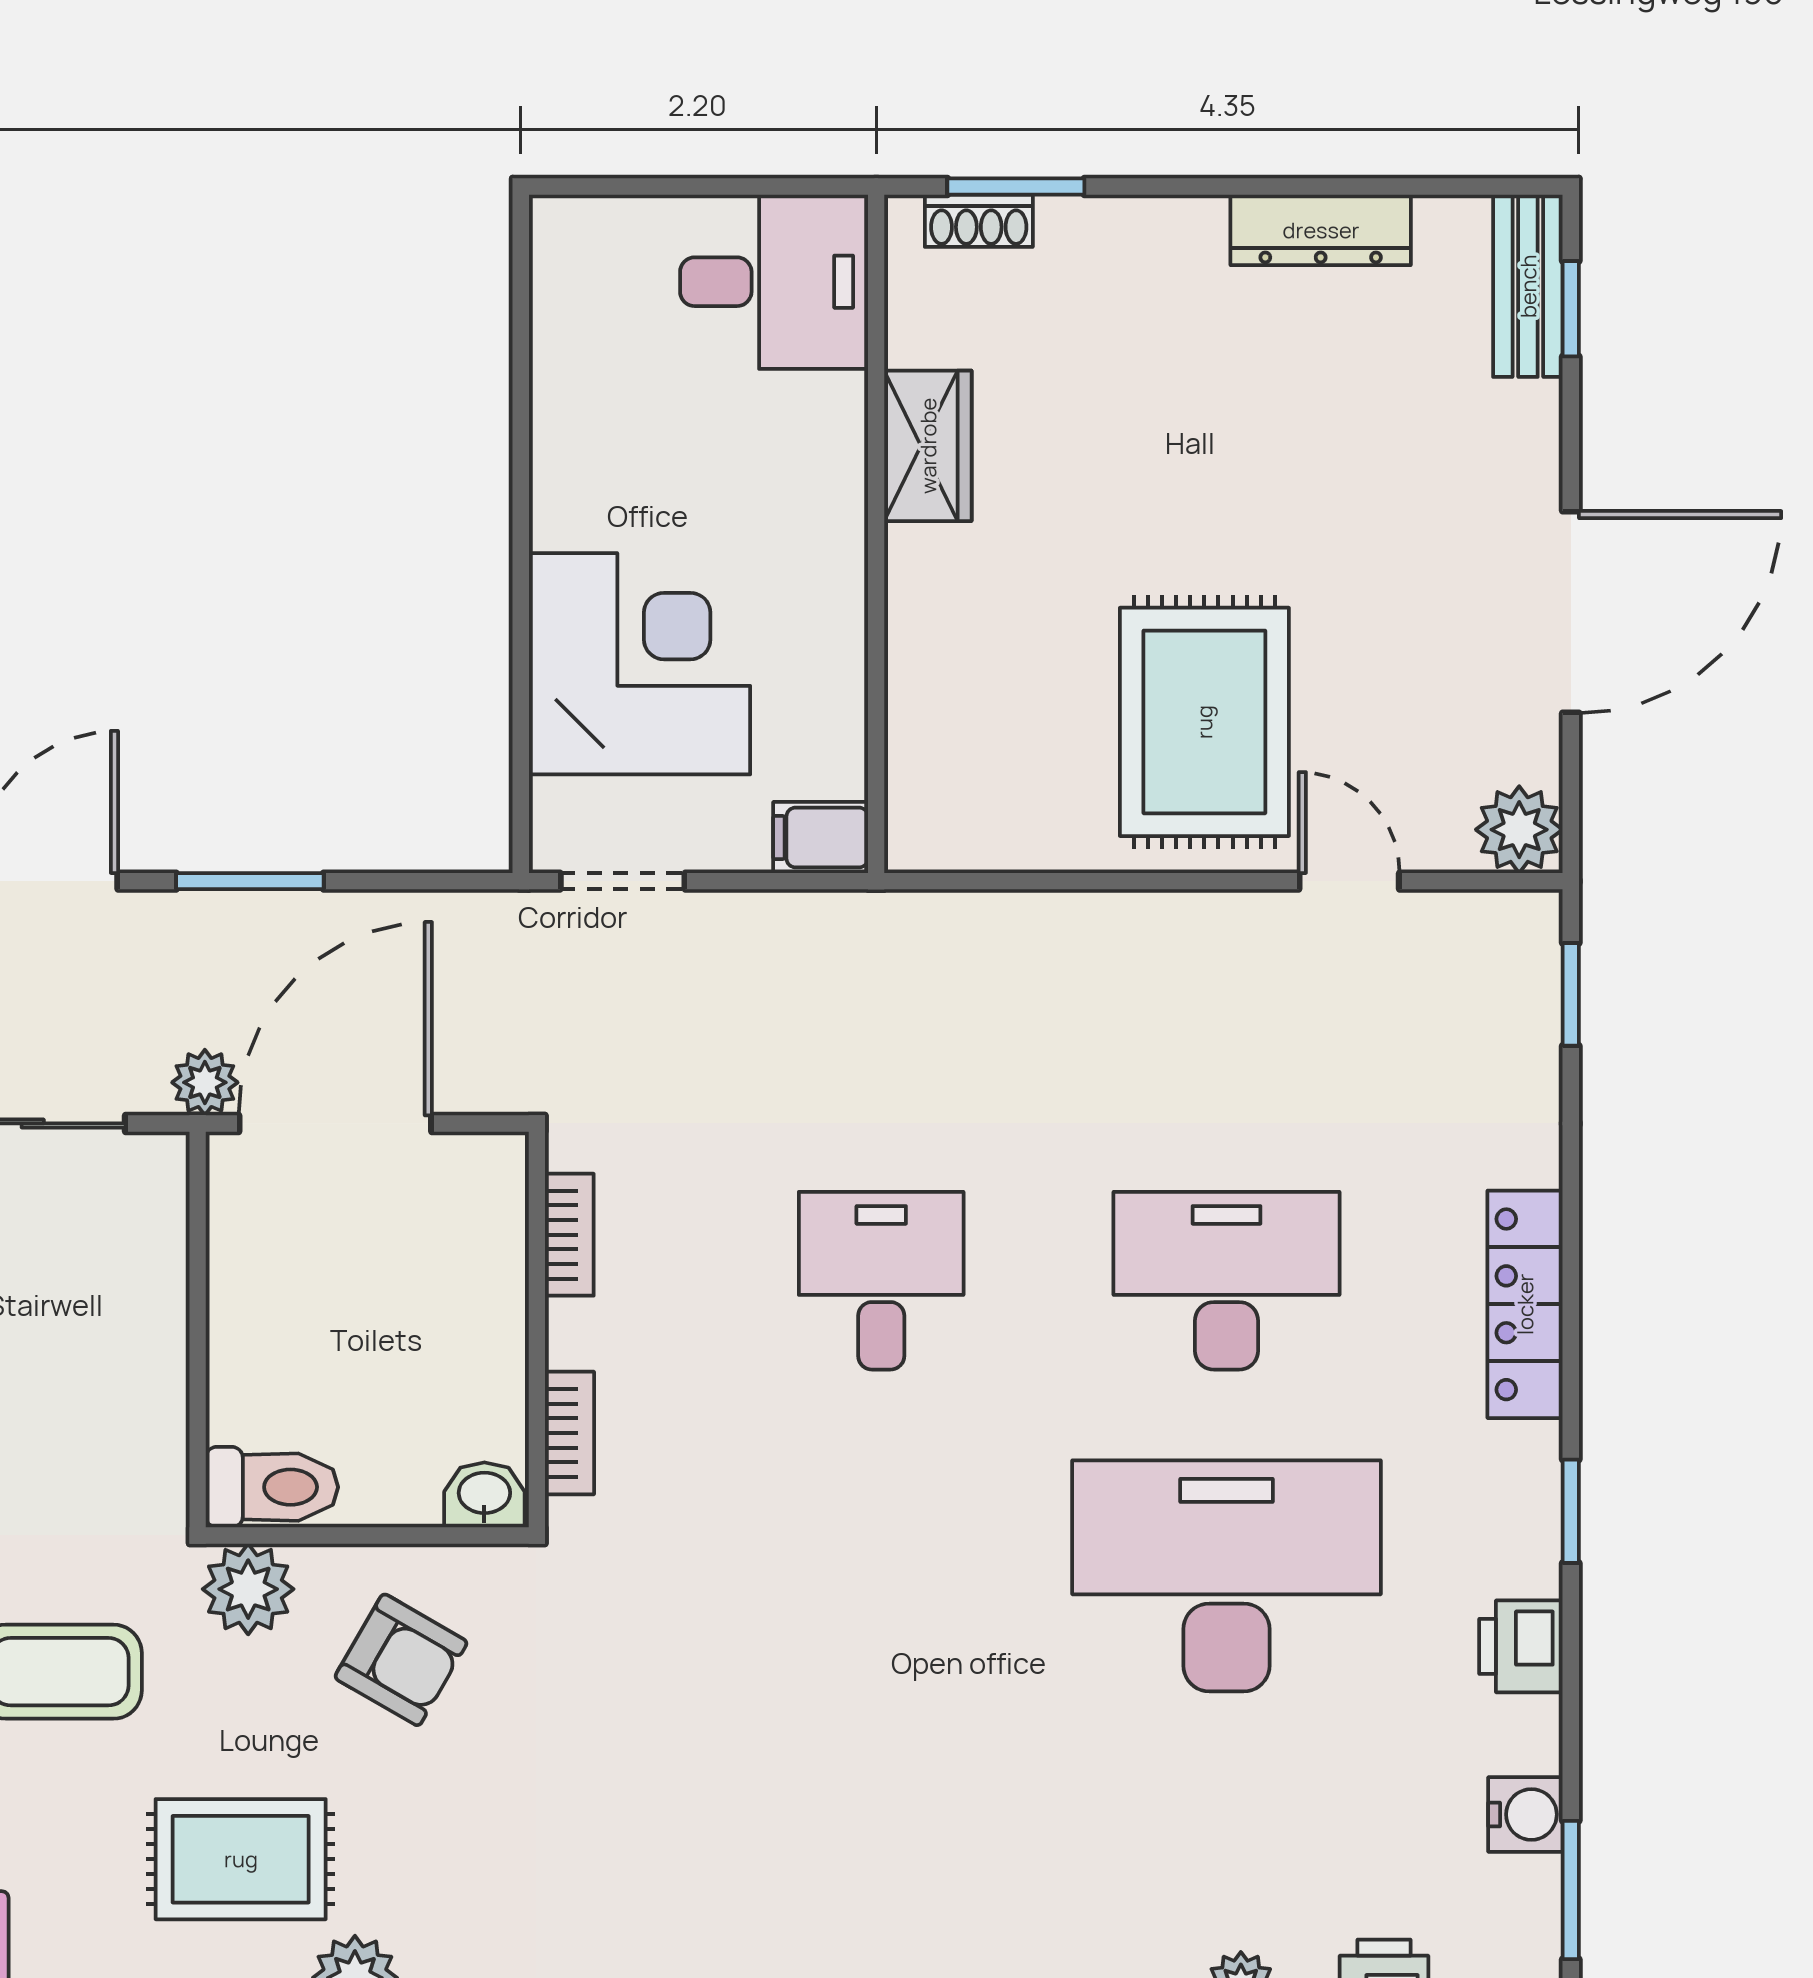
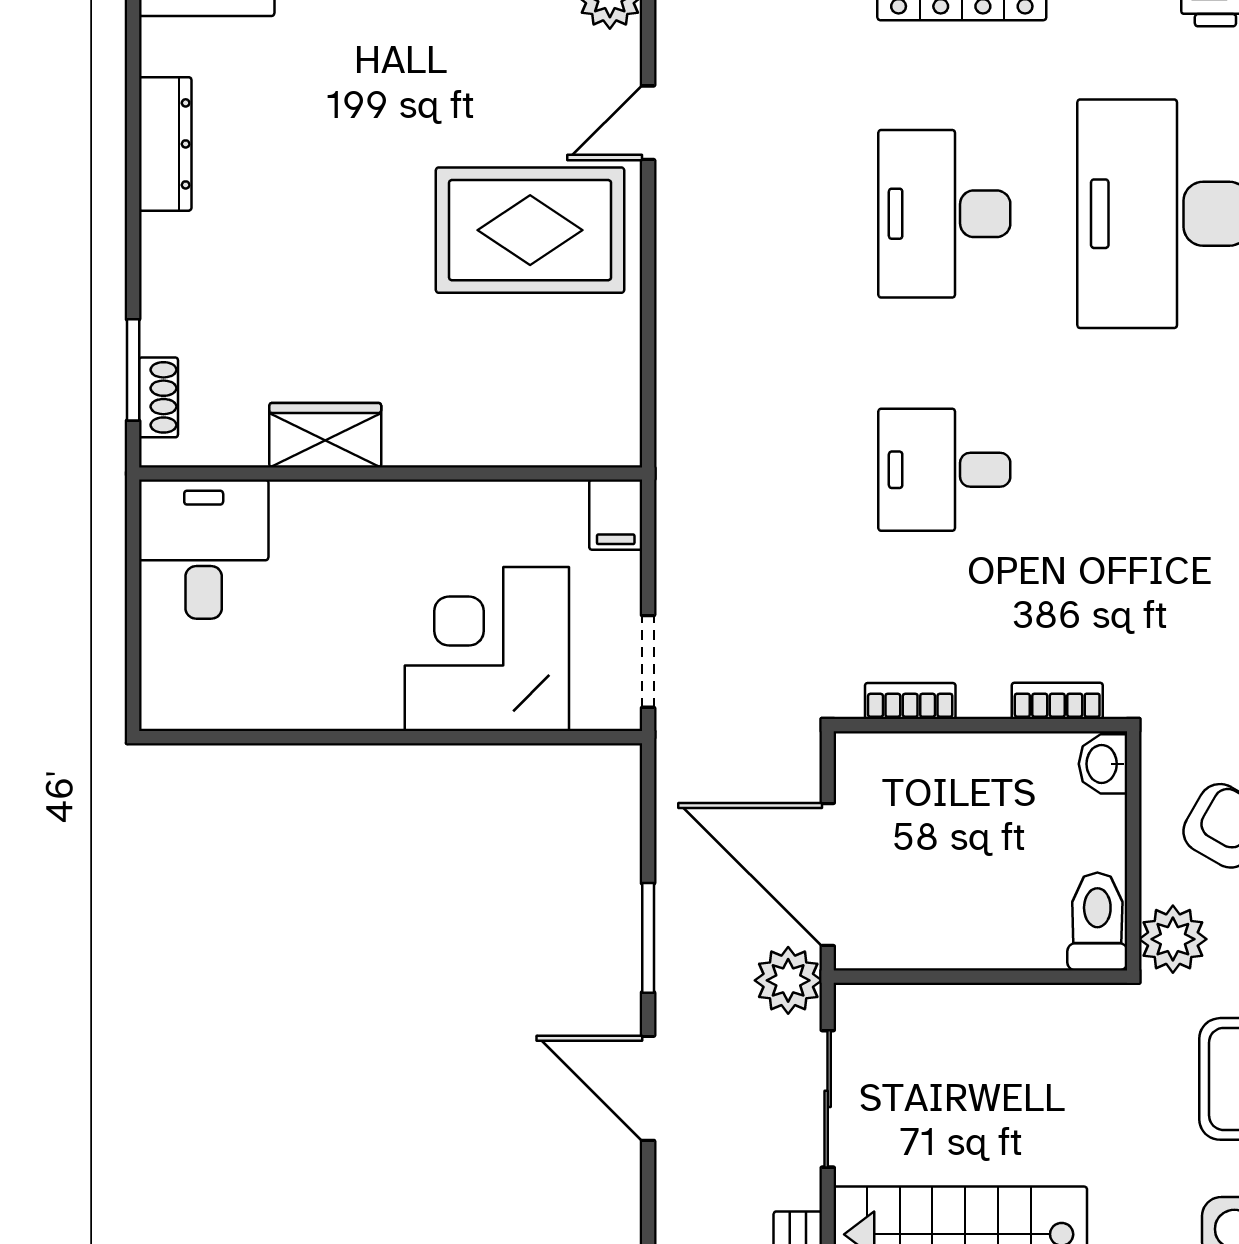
plant: (205, 1082) -> (788, 980), width x1.38, depth x1.38

